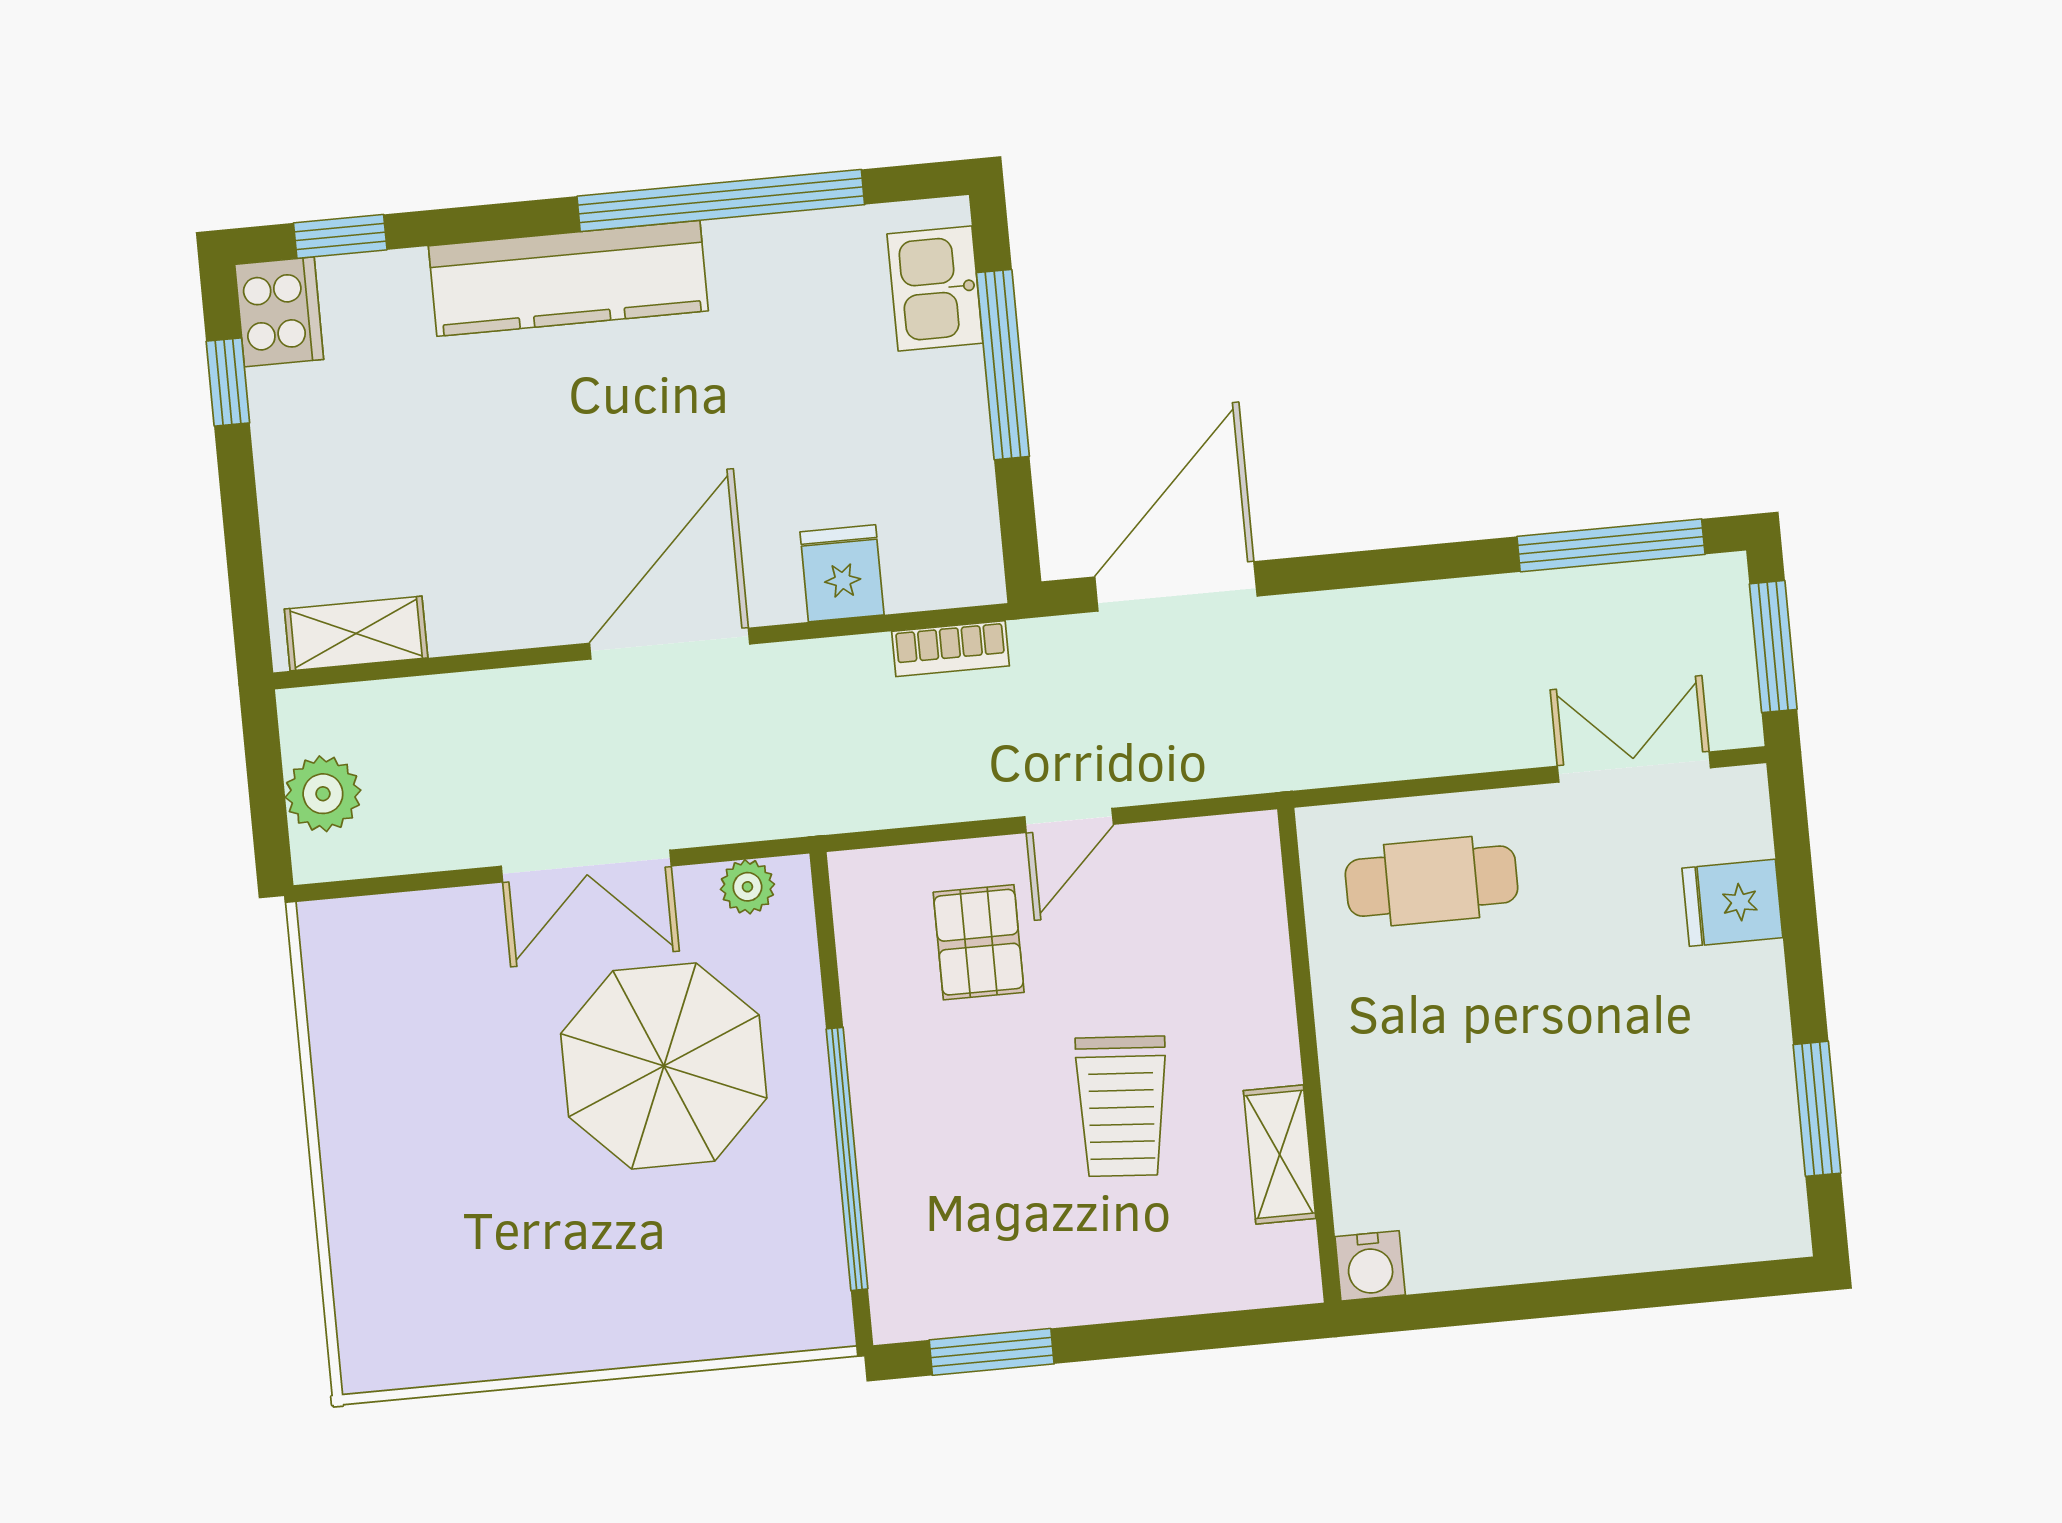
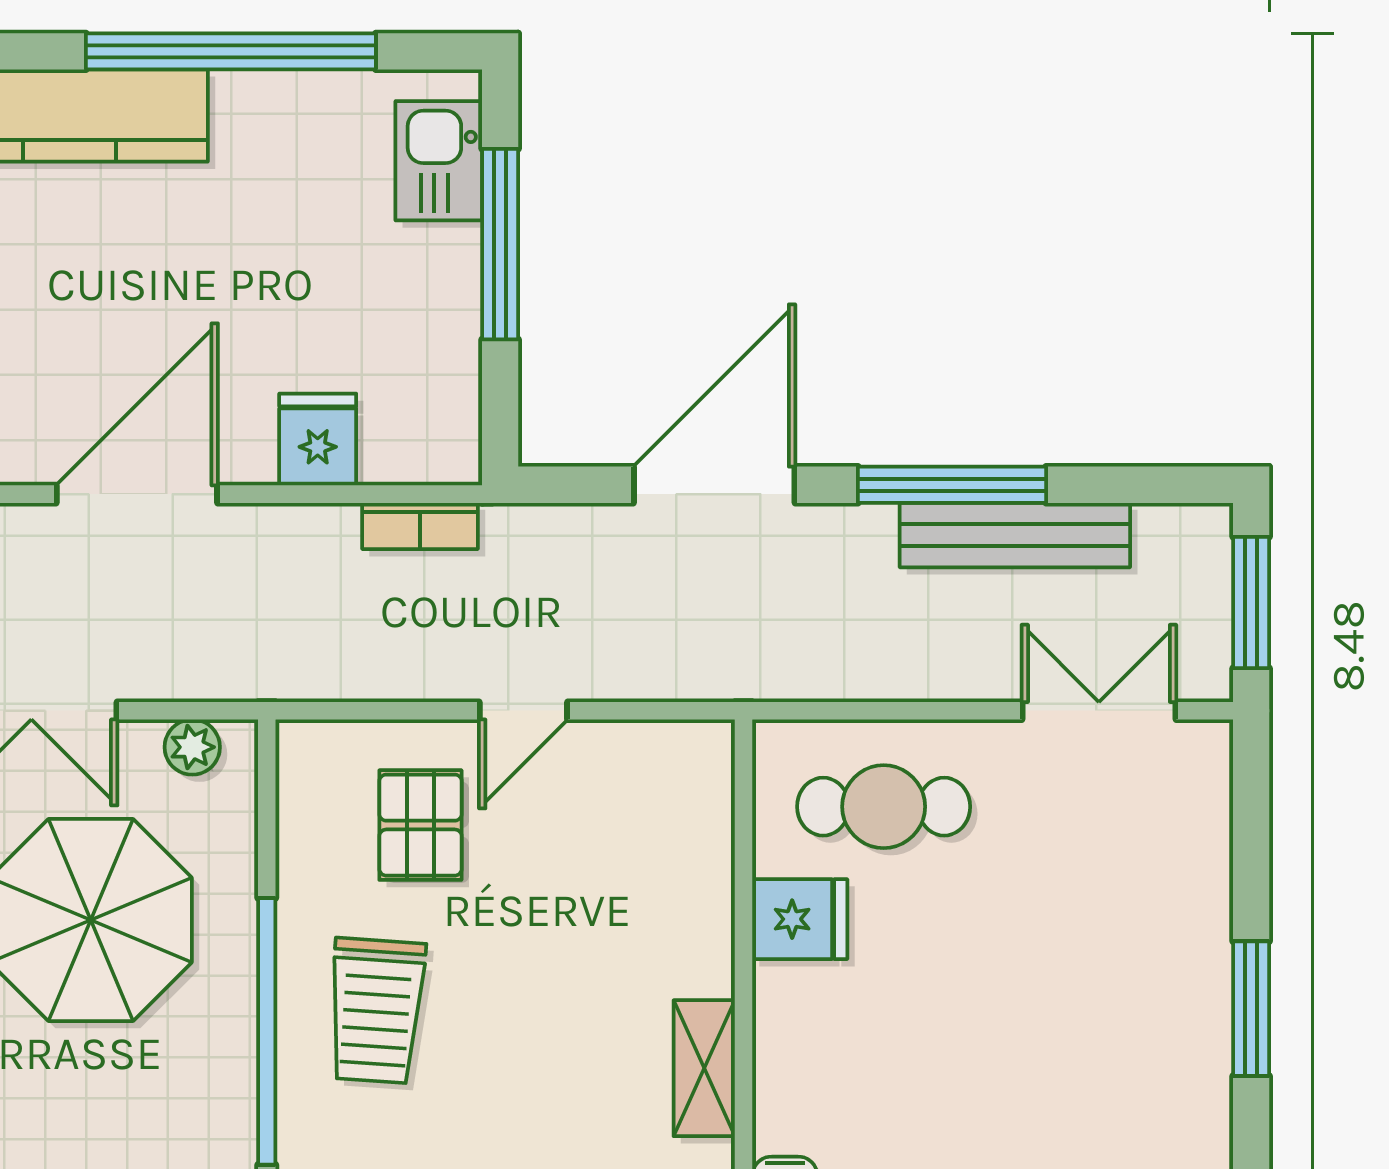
window: (1611, 545) -> (952, 485), moved
door: (1176, 586) -> (714, 485), moved
bench: (1535, 602) -> (1015, 535), added
fridge: (1732, 903) -> (800, 919), moved, turned 180
trolley: (1122, 1106) -> (376, 1011), moved
window: (1817, 1109) -> (1251, 1009), moved

